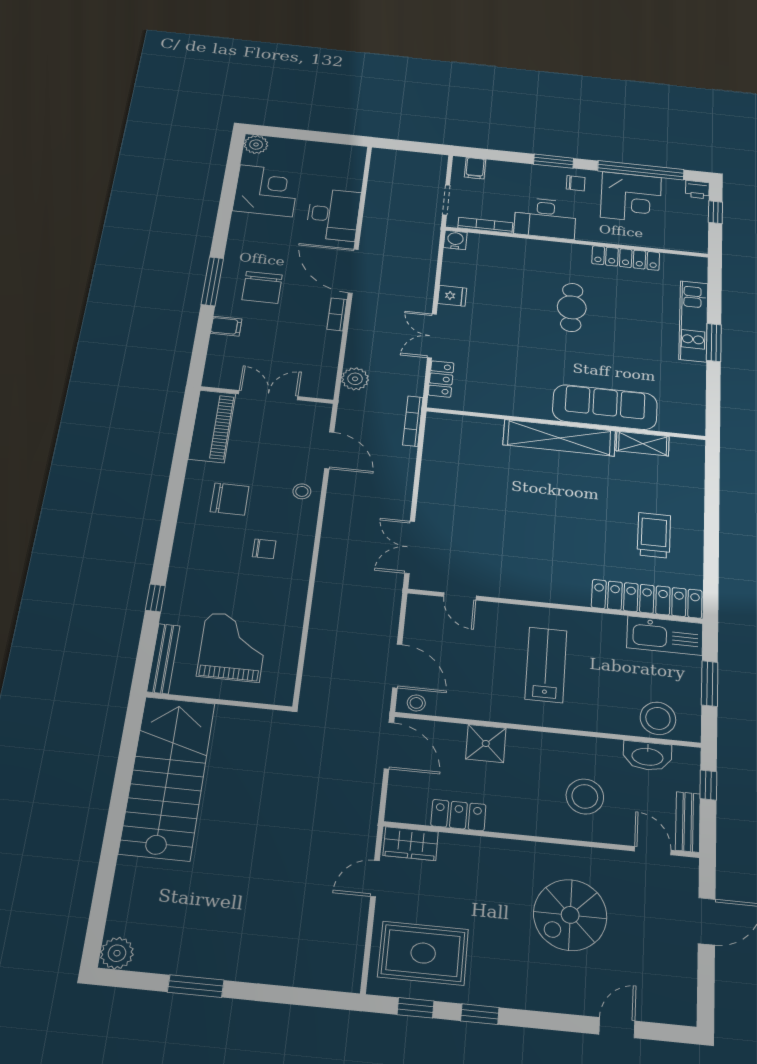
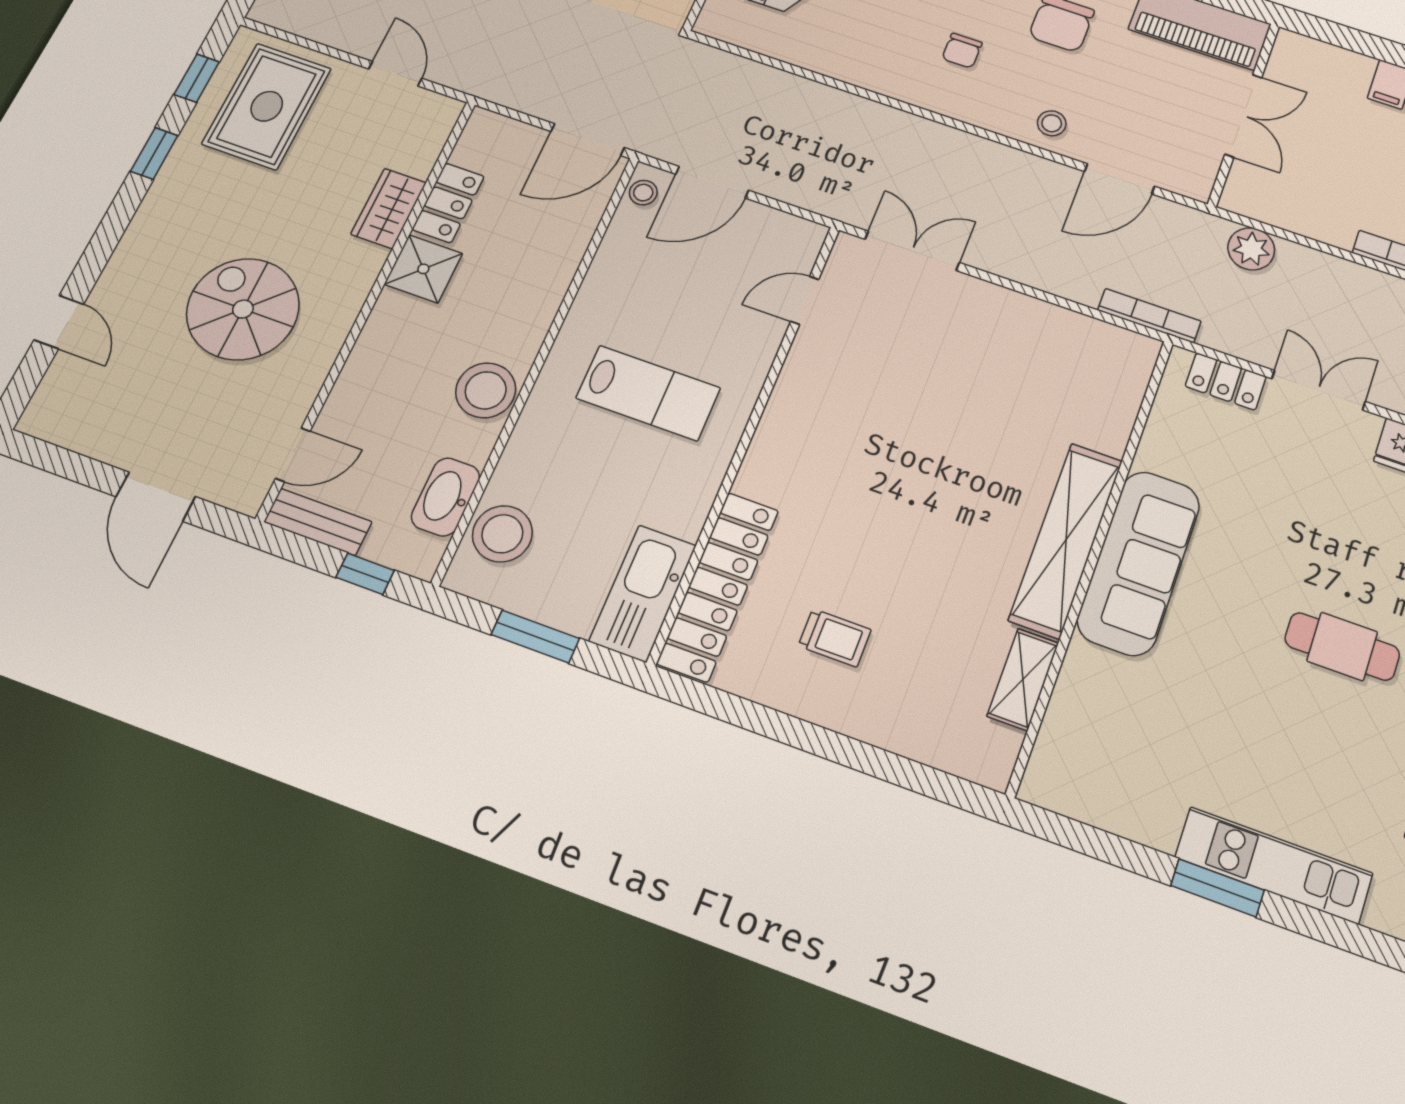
sofa: (605, 407) -> (1139, 563), moved
trolley: (654, 535) -> (835, 638), width x0.73, depth x0.72
shower: (486, 743) -> (423, 269), moved
stool: (585, 796) -> (486, 390), moved
wardrobe: (411, 844) -> (389, 208), moved

